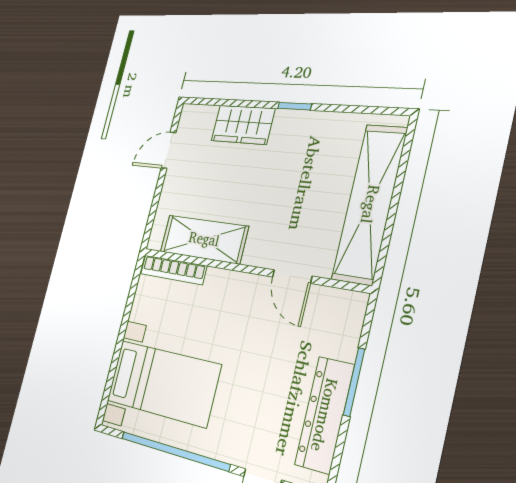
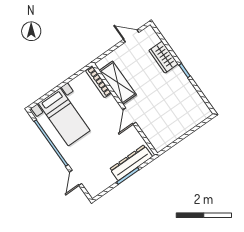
shelving: (370, 204) -> (178, 128), removed
door: (292, 276) -> (129, 116), moved
dresser: (324, 415) -> (131, 163), moved

